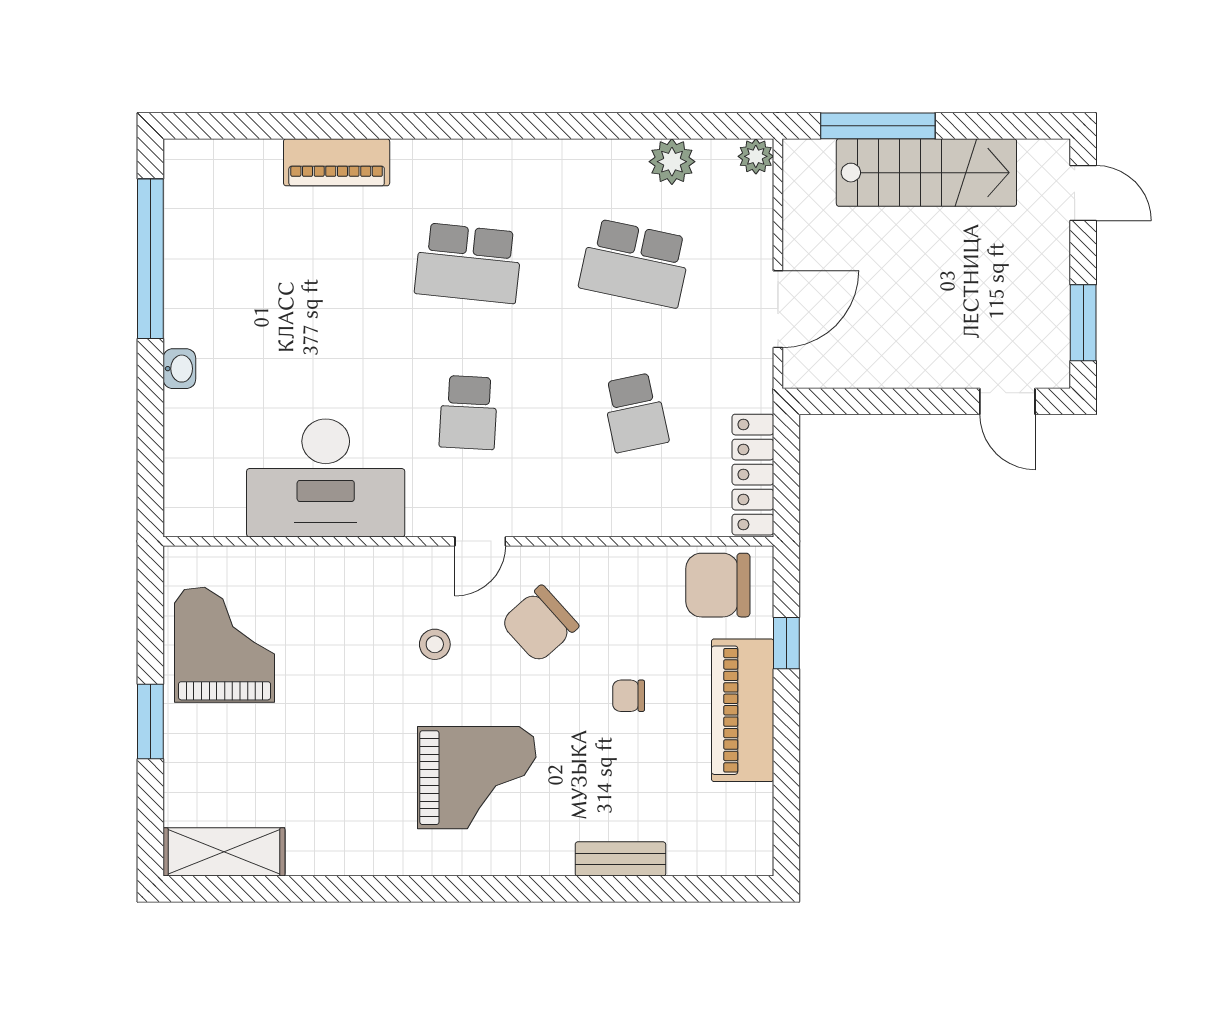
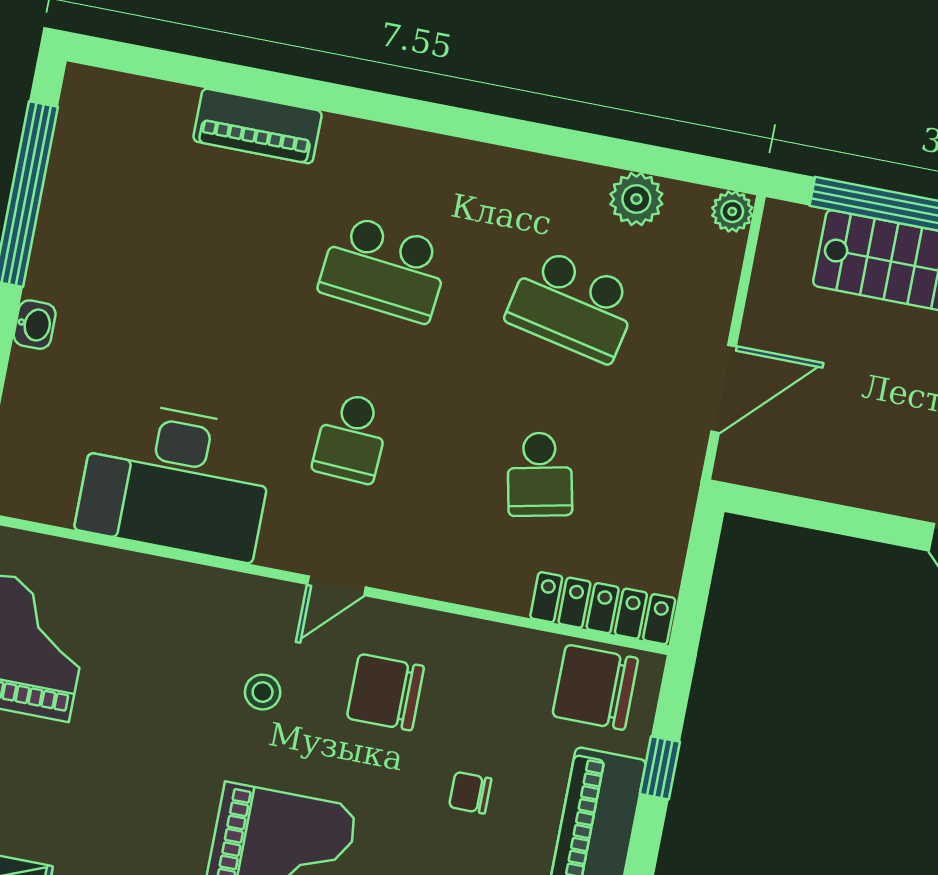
locker: (753, 475) -> (603, 608), moved, turned 90
chair: (540, 624) -> (385, 692), turned 42

